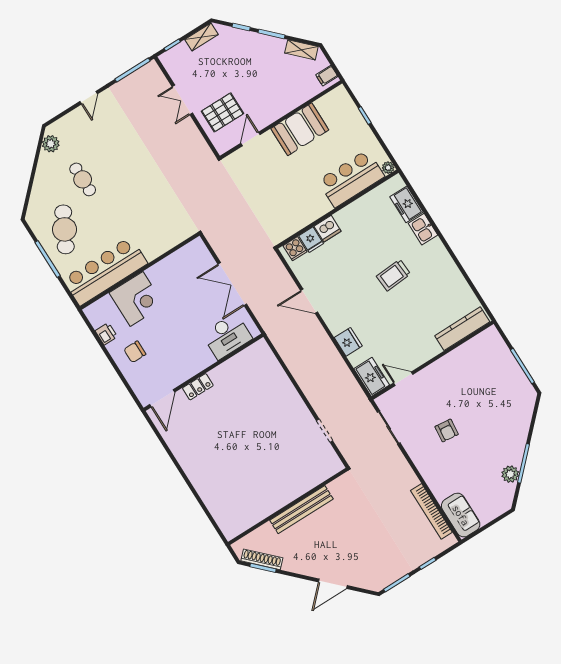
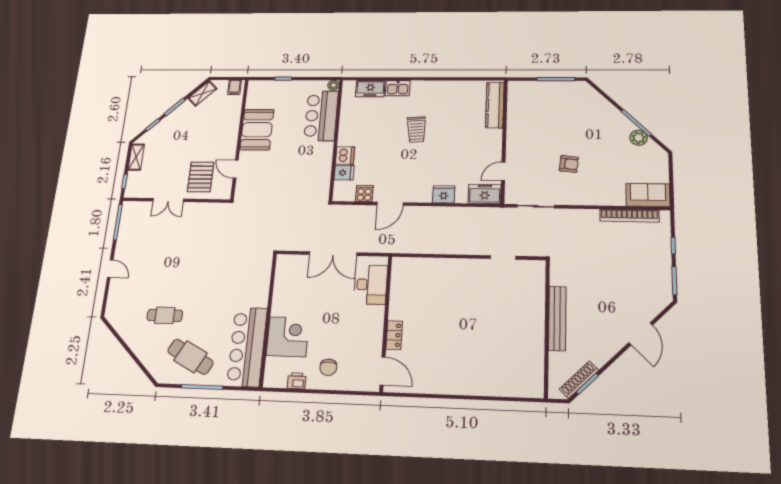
plant: (51, 144) -> (119, 322), removed
cooker: (295, 249) -> (364, 194), moved, turned -90

